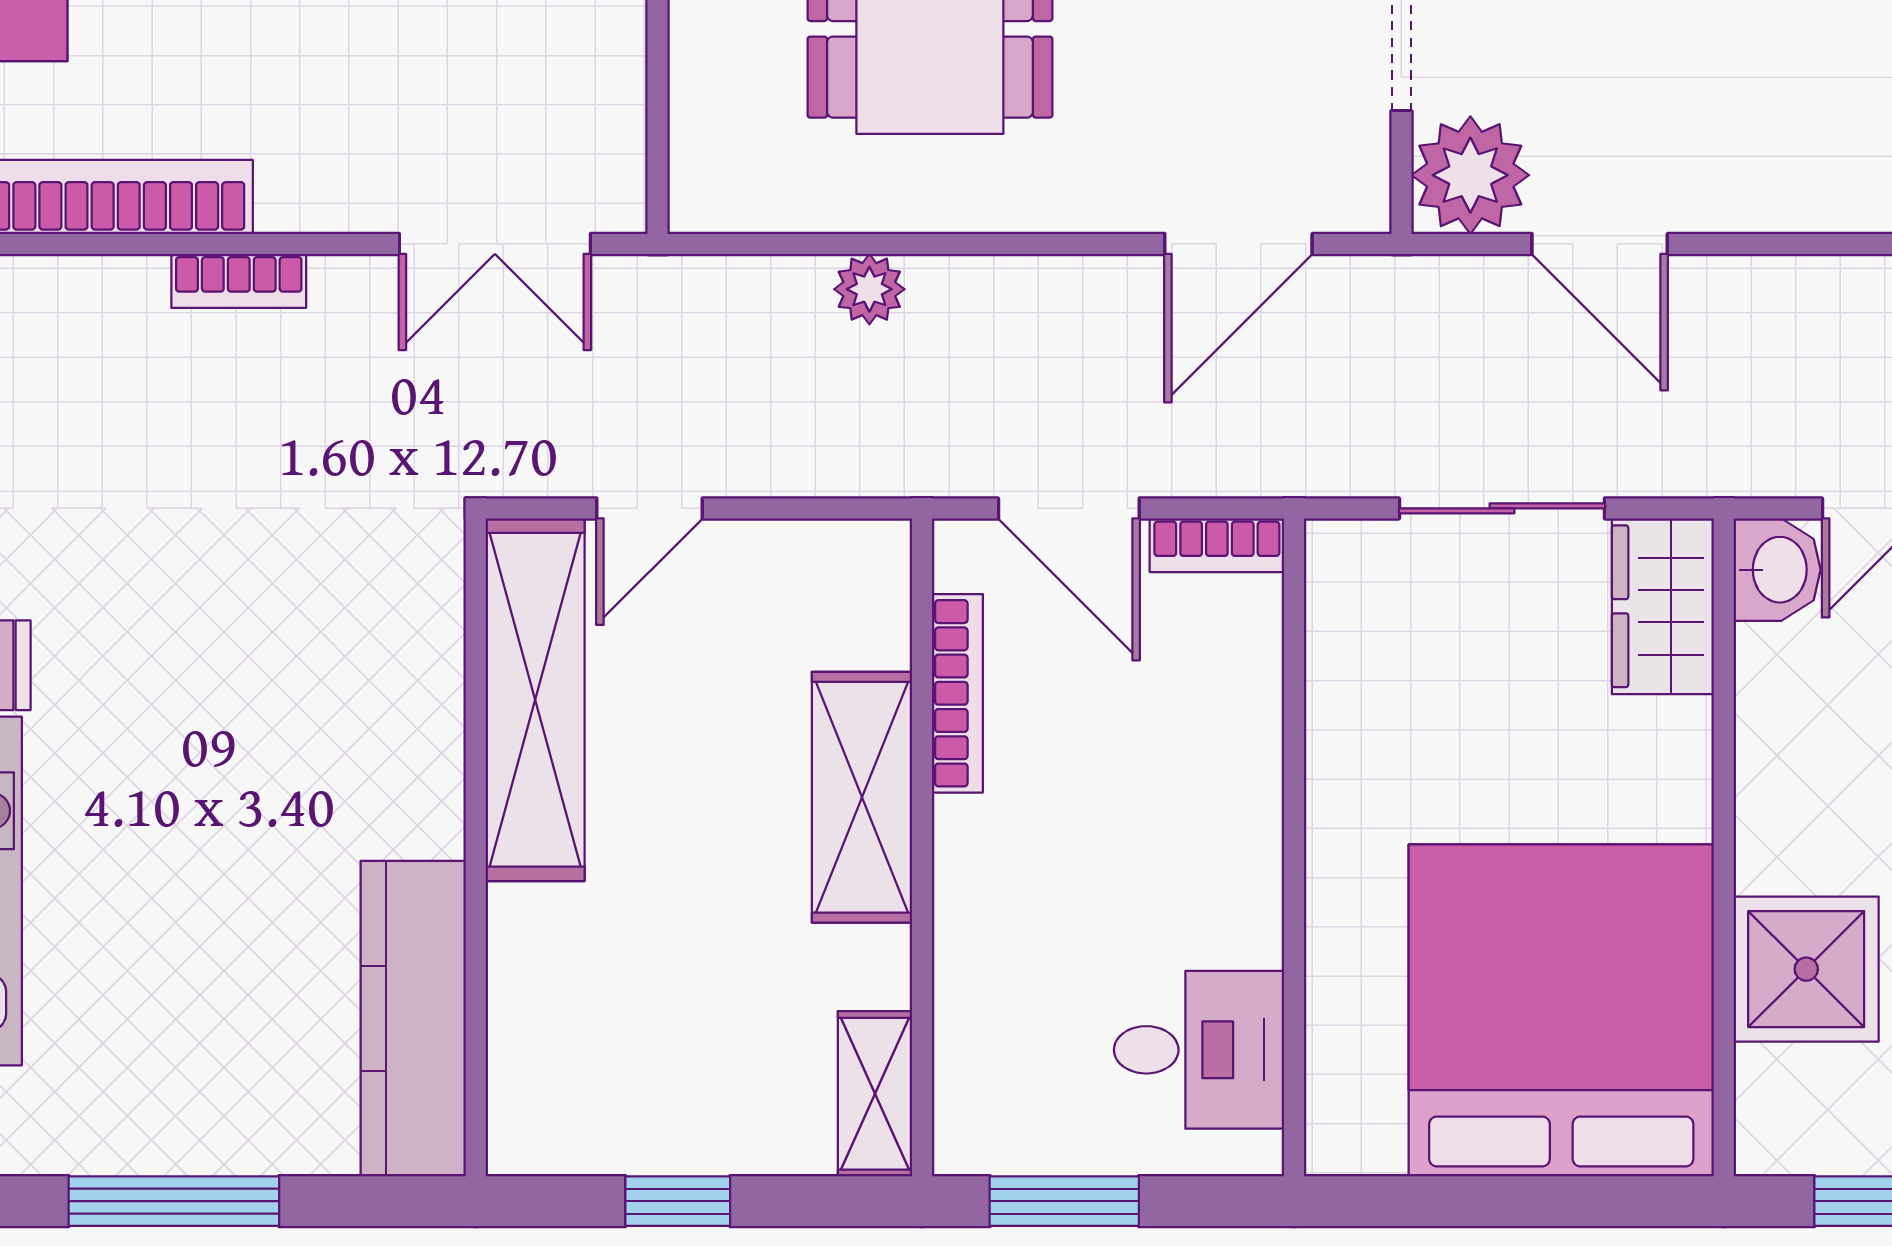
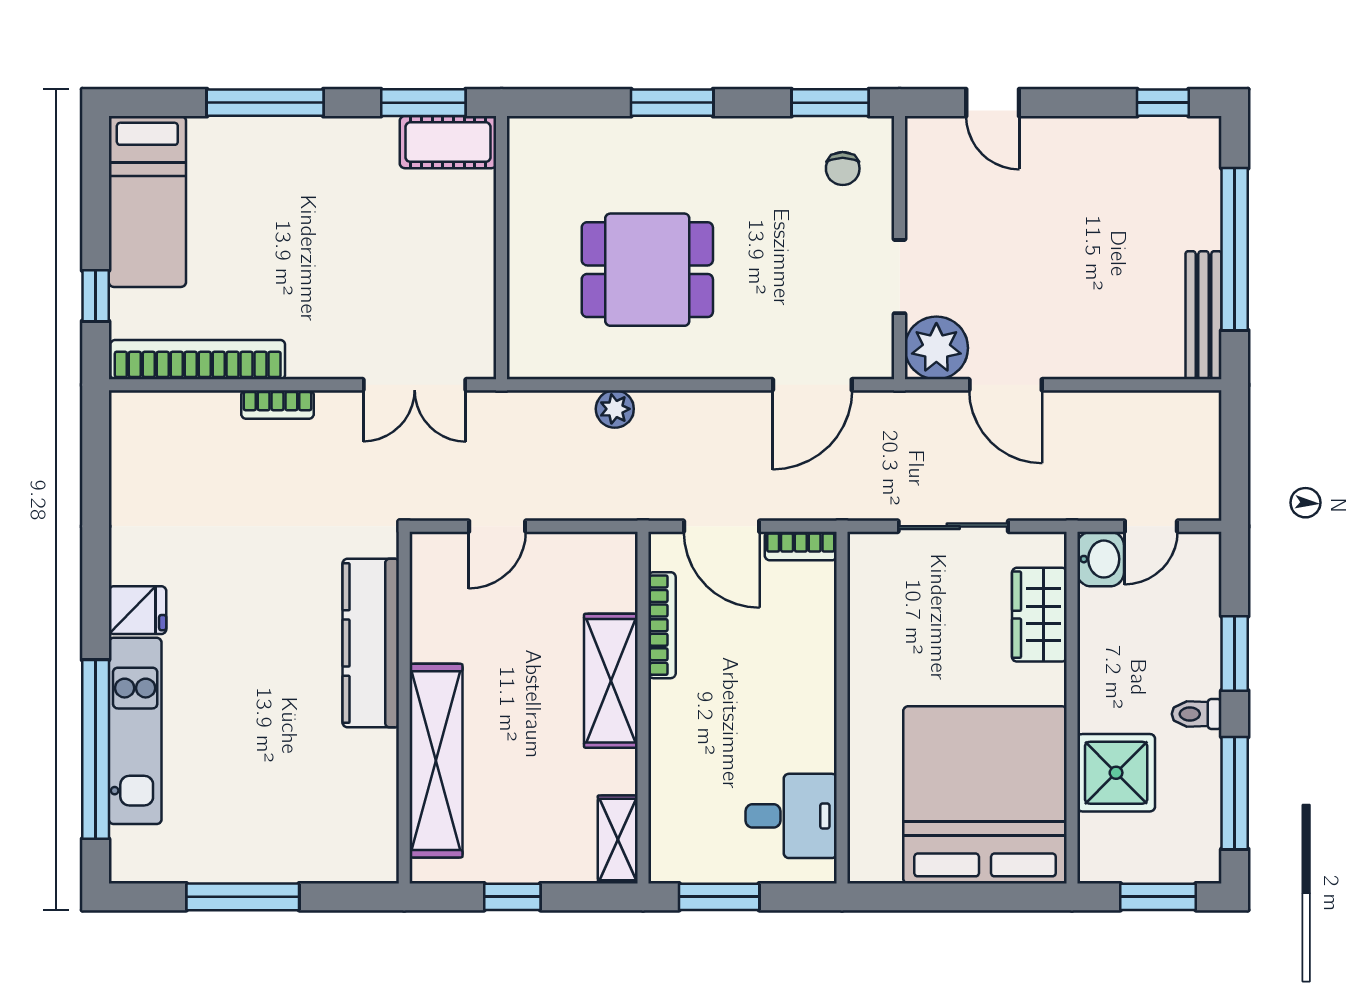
wardrobe: (1663, 606) -> (1039, 615), moved
shelving: (535, 700) -> (436, 761), moved
kitchen counter: (413, 1019) -> (371, 643), moved

